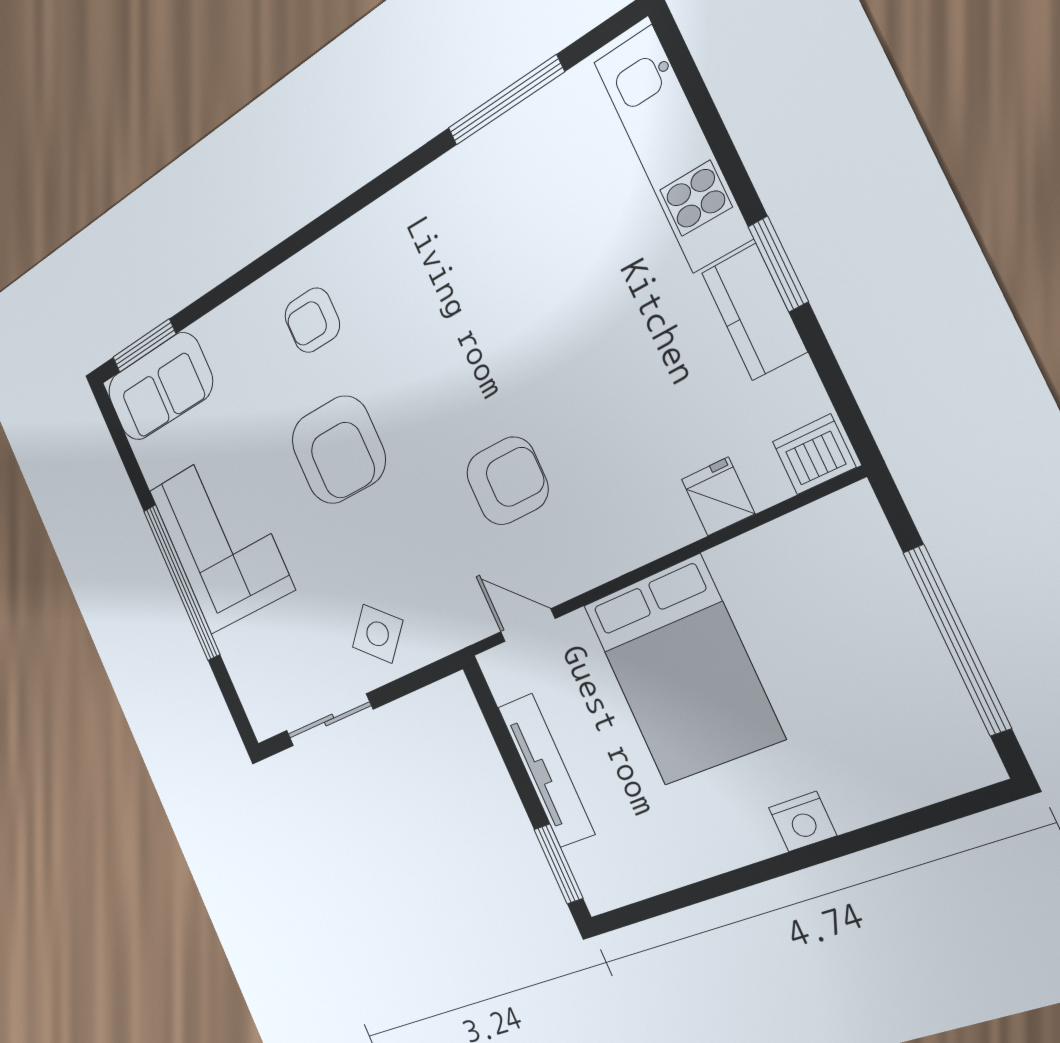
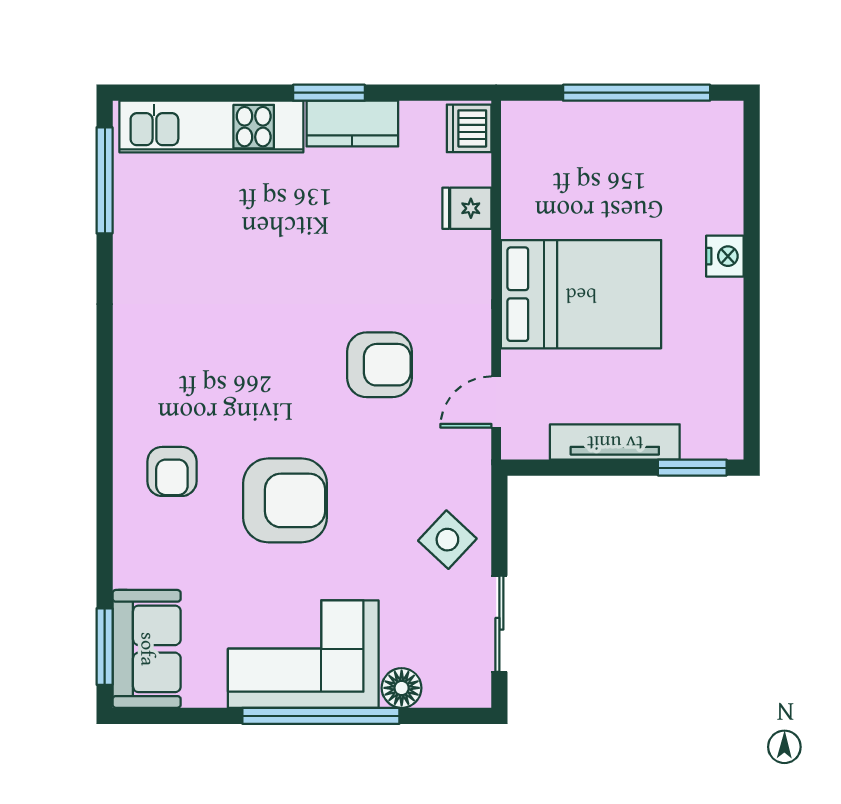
window: (505, 100) -> (105, 180), moved
armchair: (507, 481) -> (379, 365), turned 90
floor lamp: (236, 649) -> (402, 688), added

